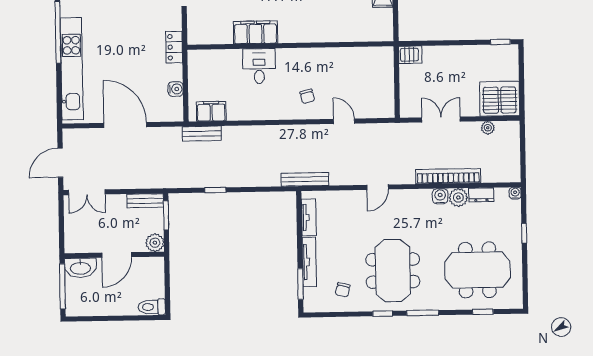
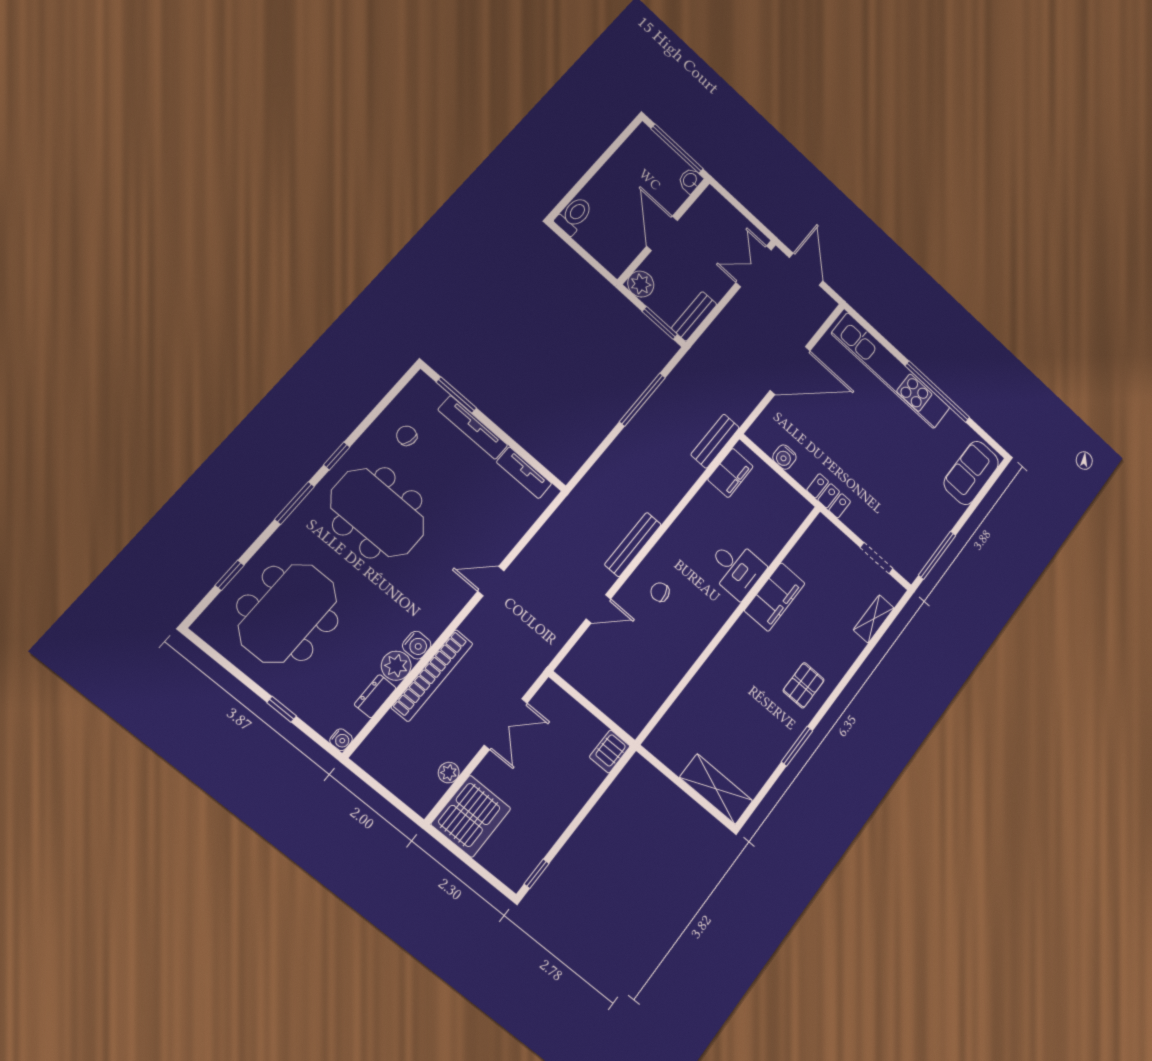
bench: (305, 179) -> (633, 545), moved
door: (378, 187) -> (491, 581), hinge flipped
window: (215, 190) -> (642, 400), width x2.17
washbasin: (80, 268) -> (690, 180), width x0.52, depth x0.69

